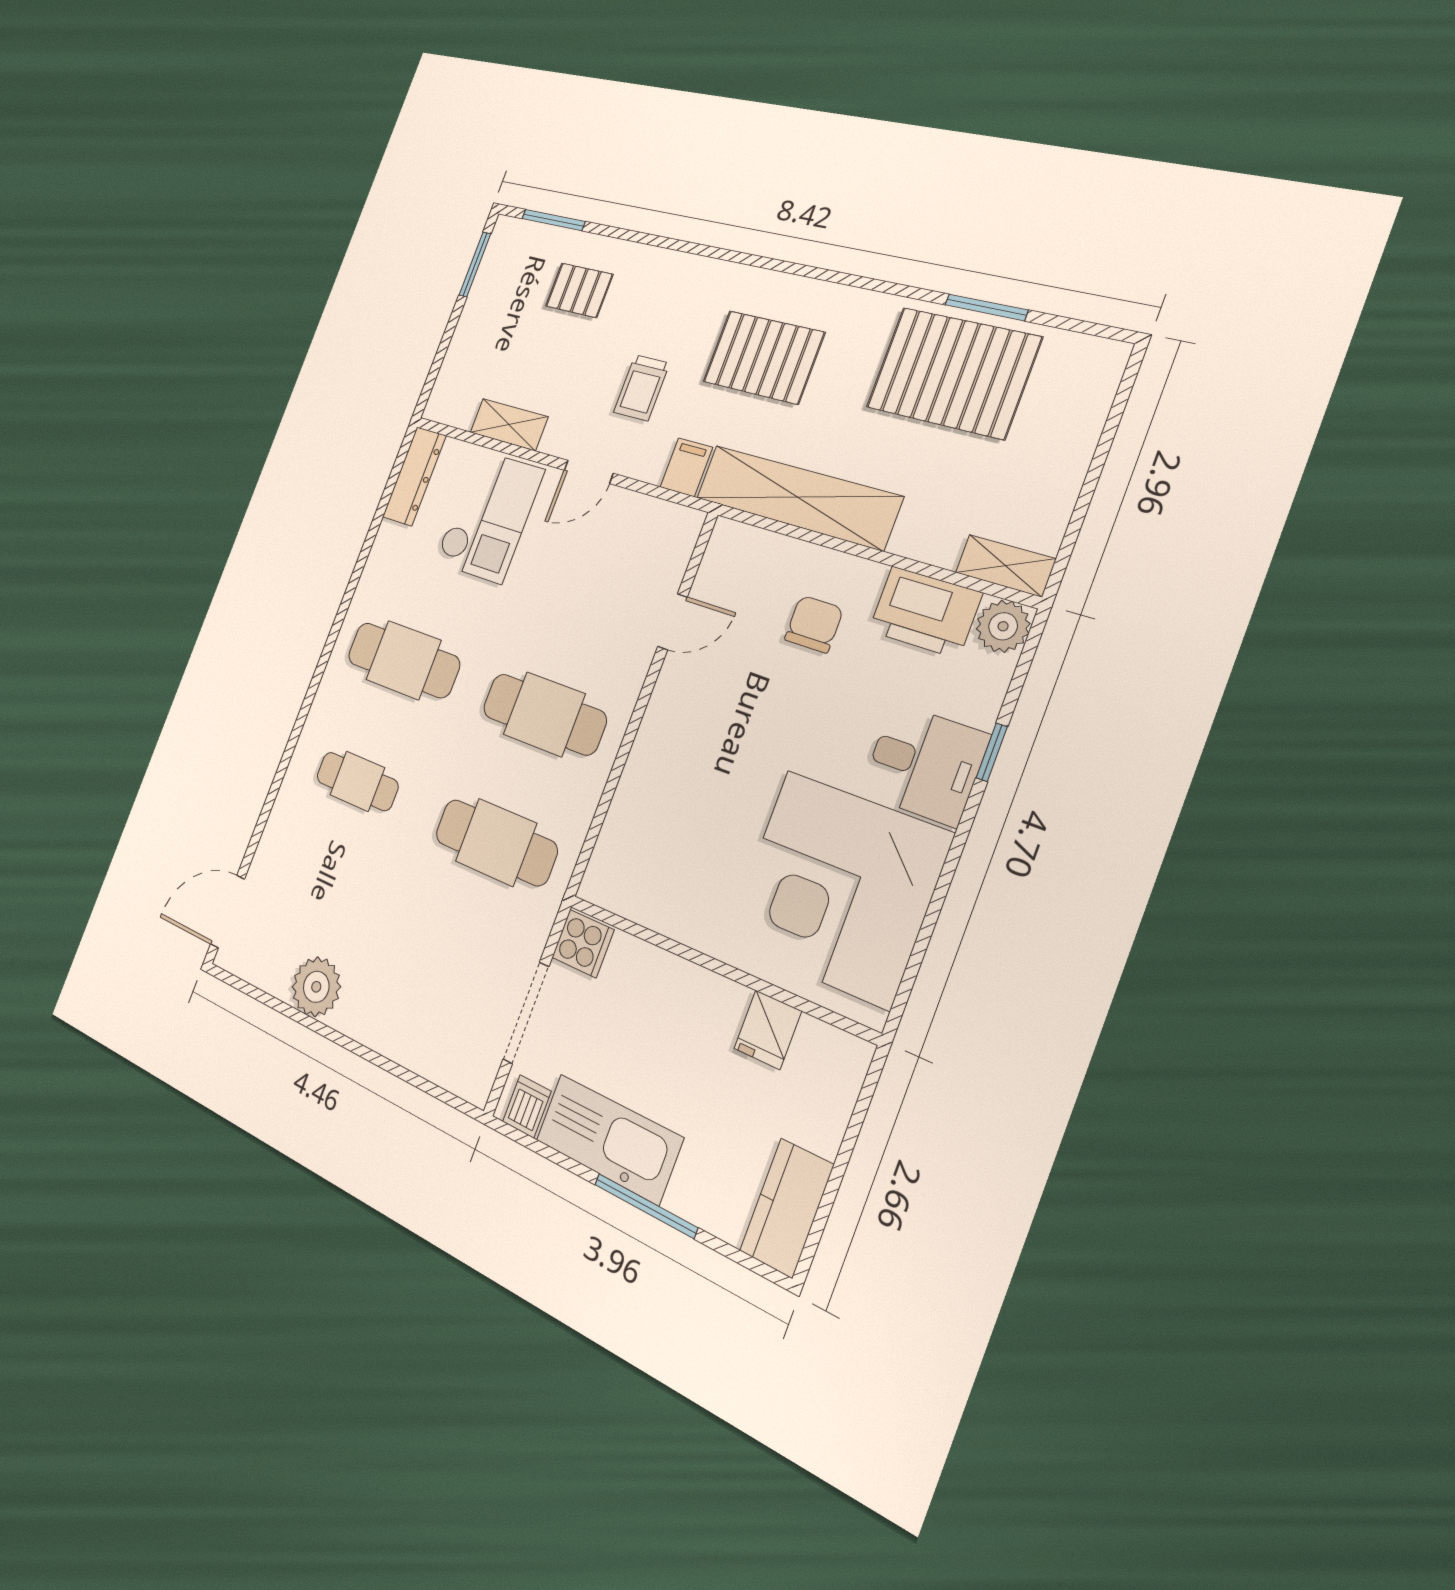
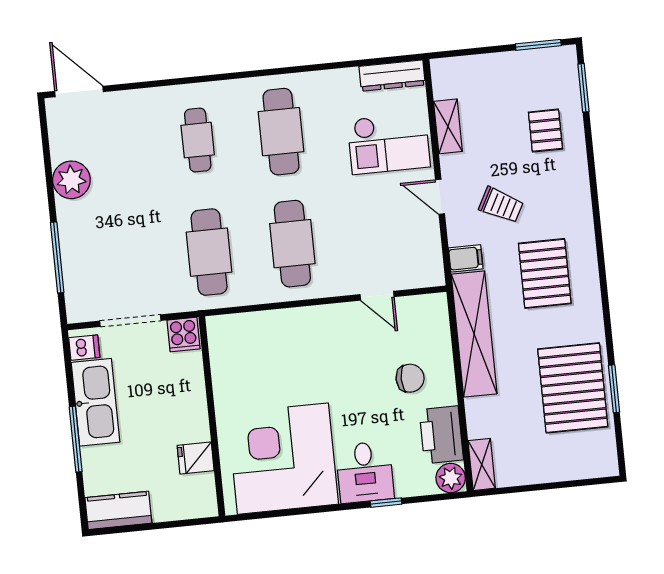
trolley: (641, 388) -> (501, 205), turned -152
window: (395, 1069) -> (57, 257), added

